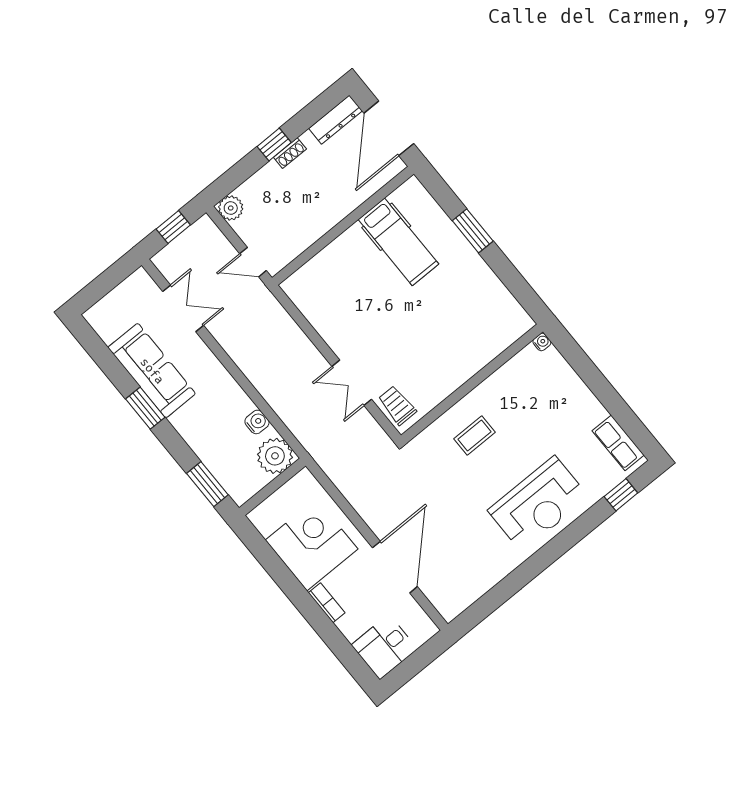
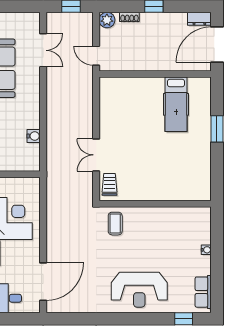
dresser: (336, 120) -> (199, 19), width x0.70
shoe rack: (290, 153) -> (129, 17), moved
water cooler: (542, 342) -> (206, 250), moved
coffee table: (474, 435) -> (115, 224), moved, turned 90
plant: (275, 456) -> (29, 160), removed
door: (395, 567) -> (43, 282), moved

